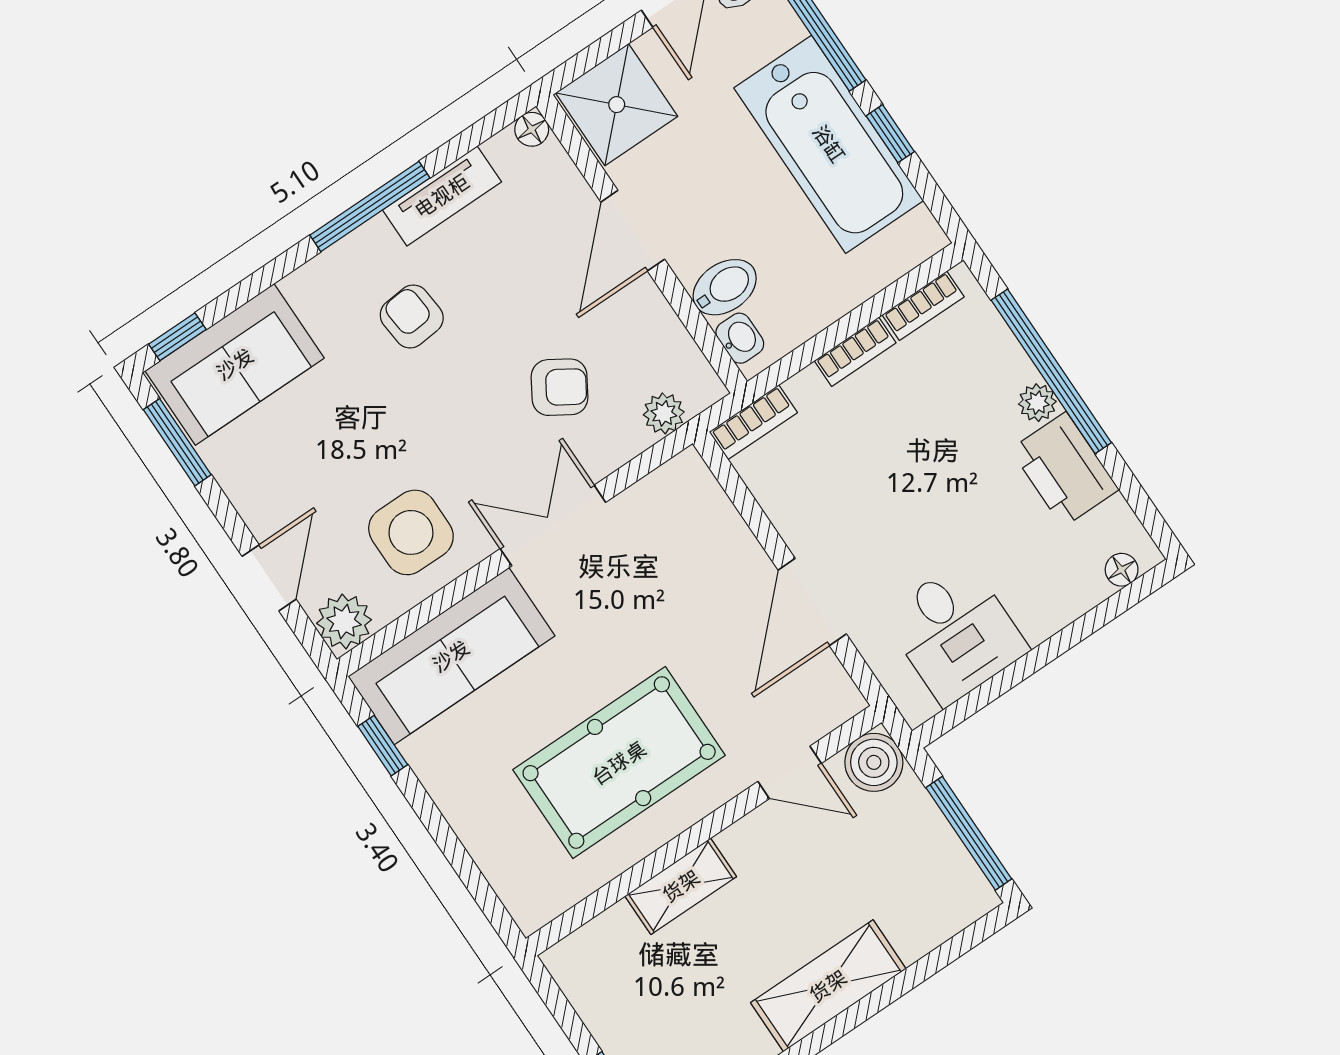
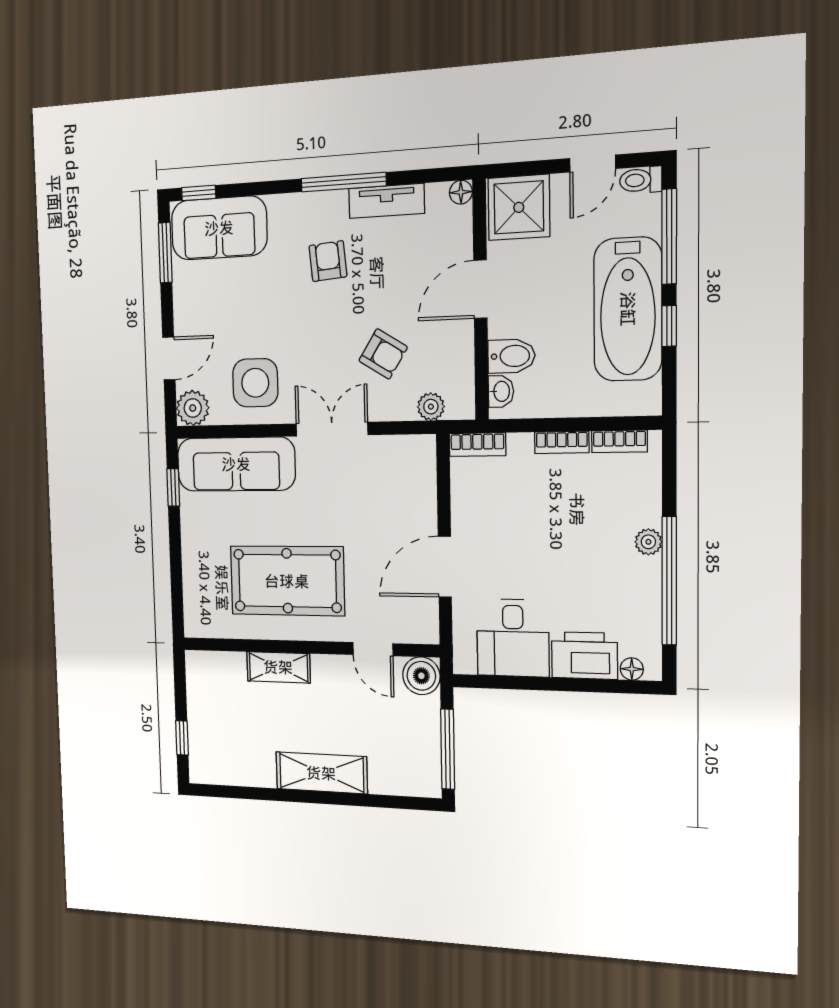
window: (1051, 371) -> (669, 581), moved
printer: (1065, 470) -> (584, 656), moved, turned 90

